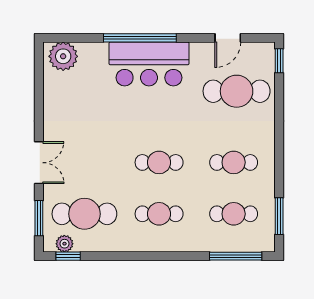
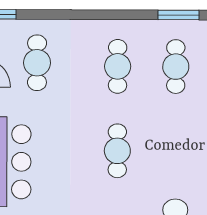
cafe table: (237, 91) -> (37, 63), width x0.73, depth x0.74
cafe table: (159, 214) -> (175, 151), removed

